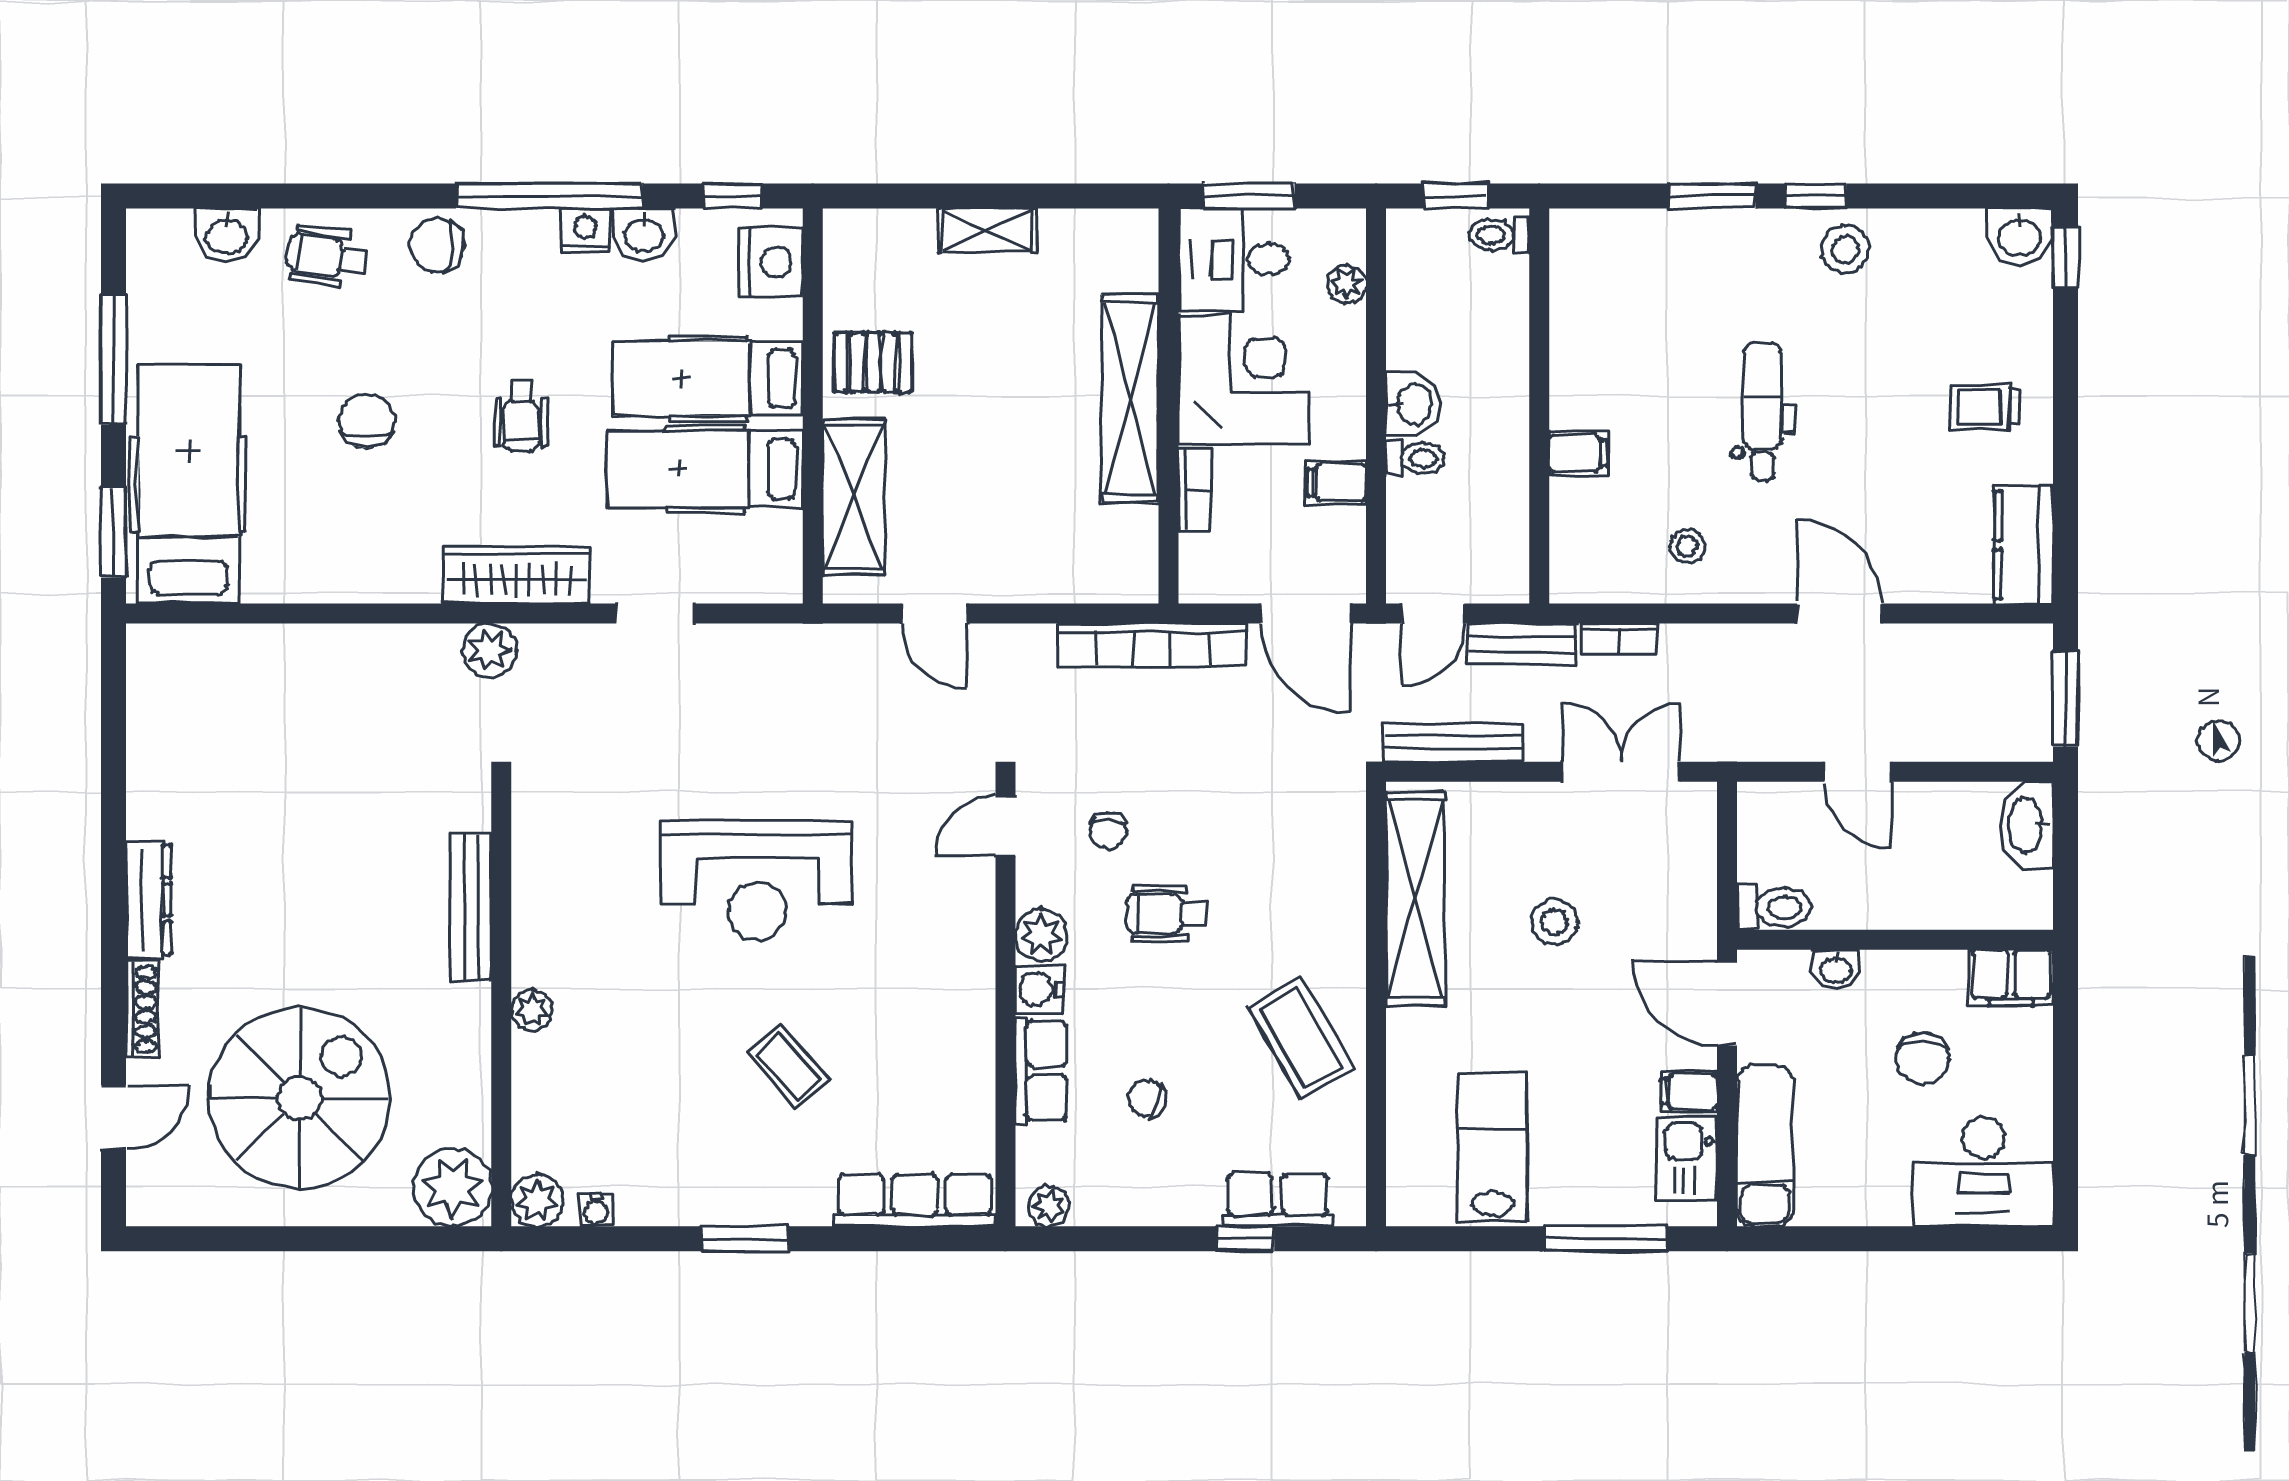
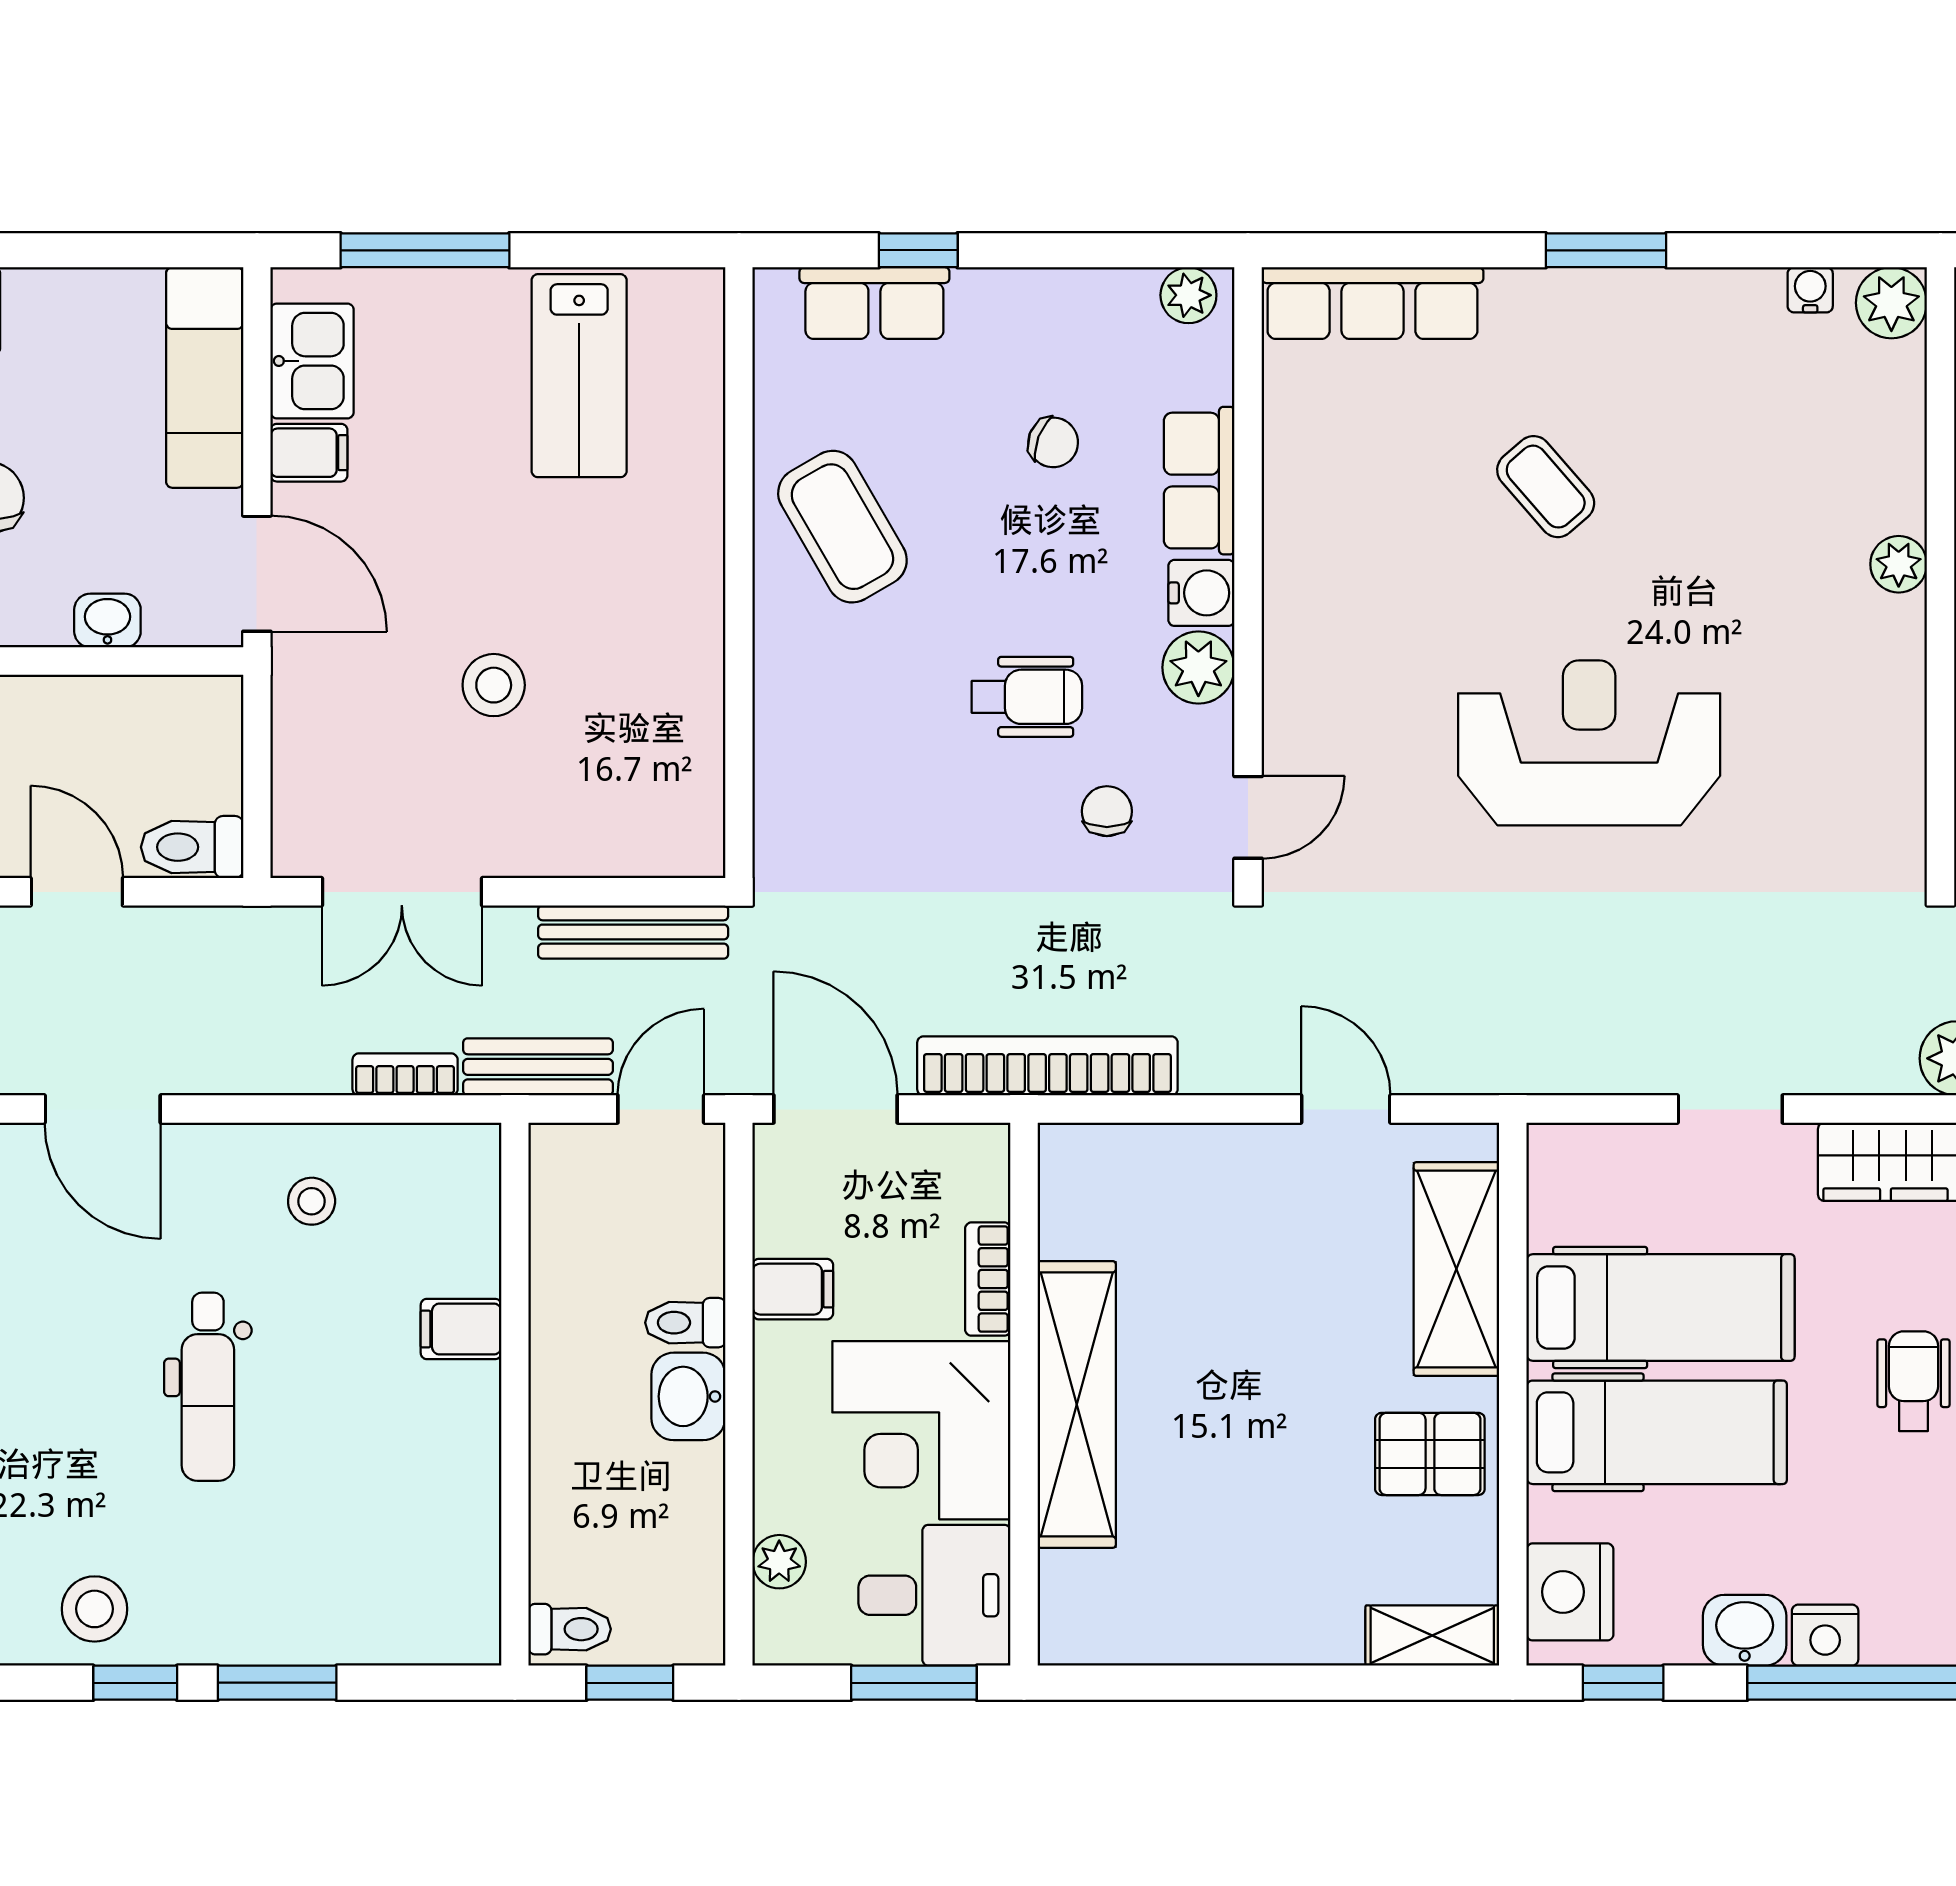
shelving: (987, 230) -> (1432, 1636), moved
shelving: (1415, 899) -> (685, 717), removed
toilet: (1774, 907) -> (192, 847), moved

